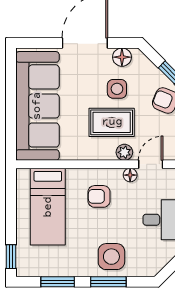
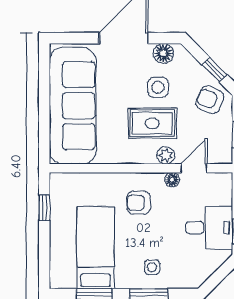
bed: (48, 207) -> (96, 248), moved, turned 180
window: (11, 257) -> (44, 208), moved
side table: (111, 257) -> (152, 267), width x0.54, depth x0.54

